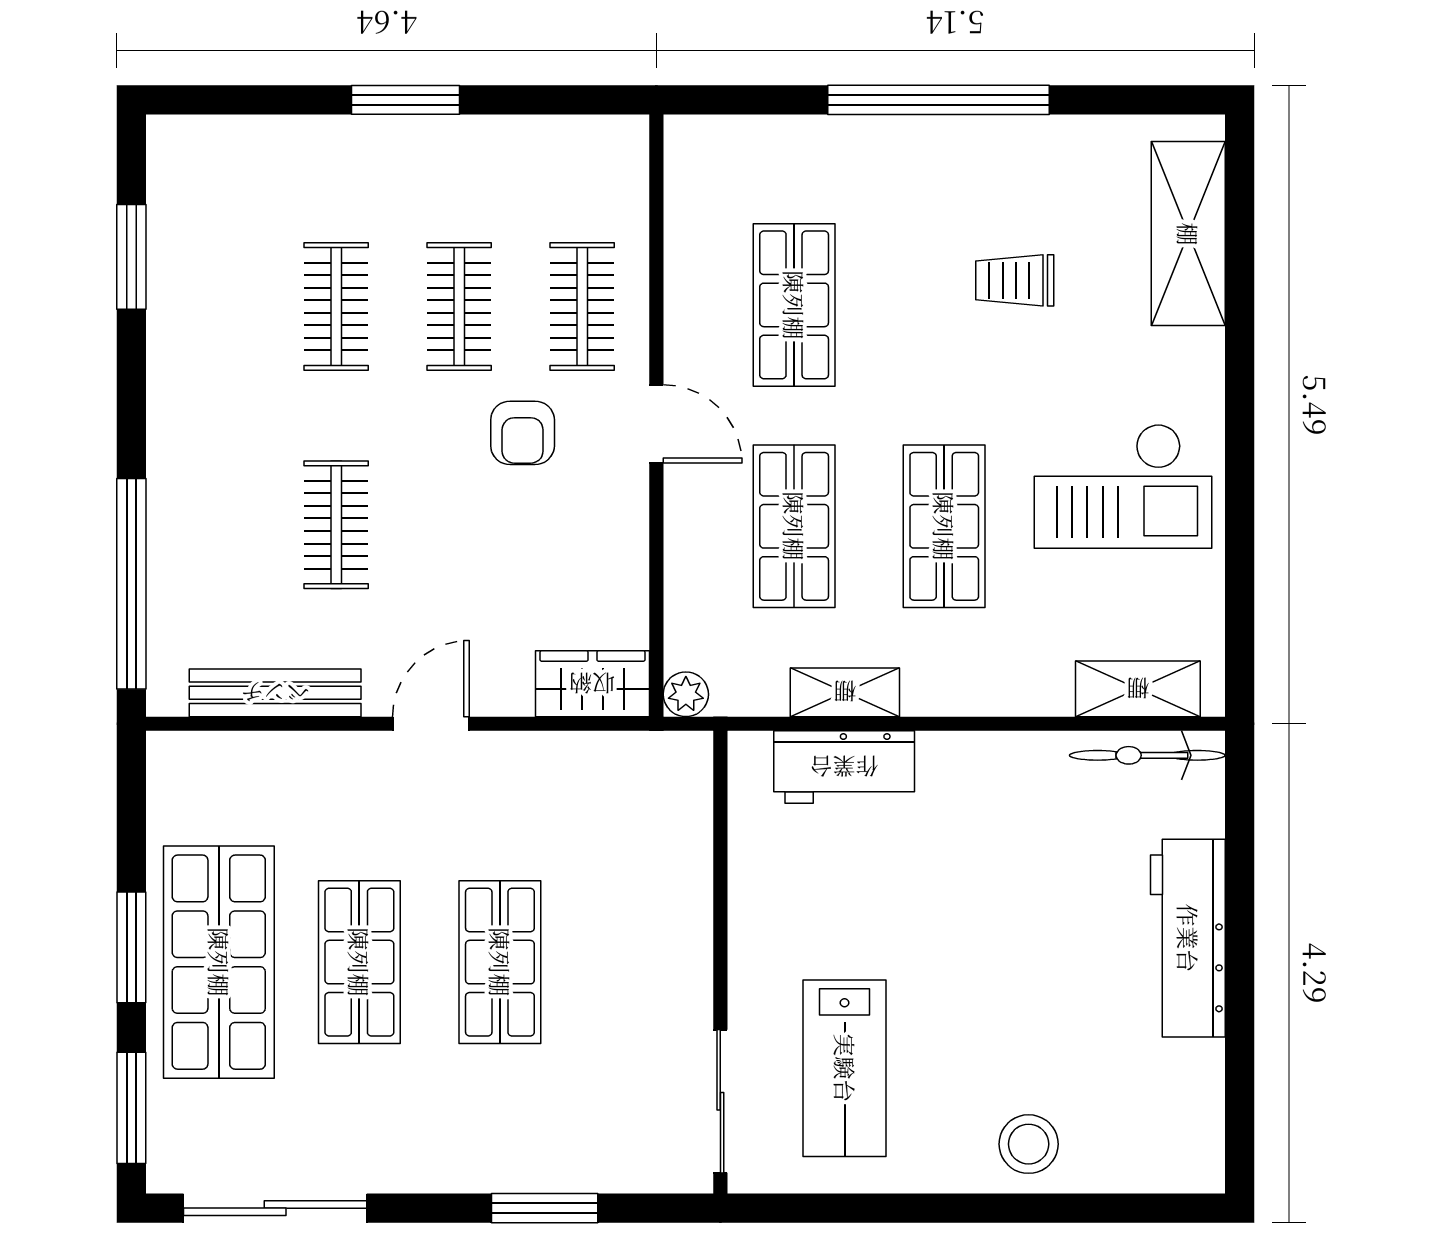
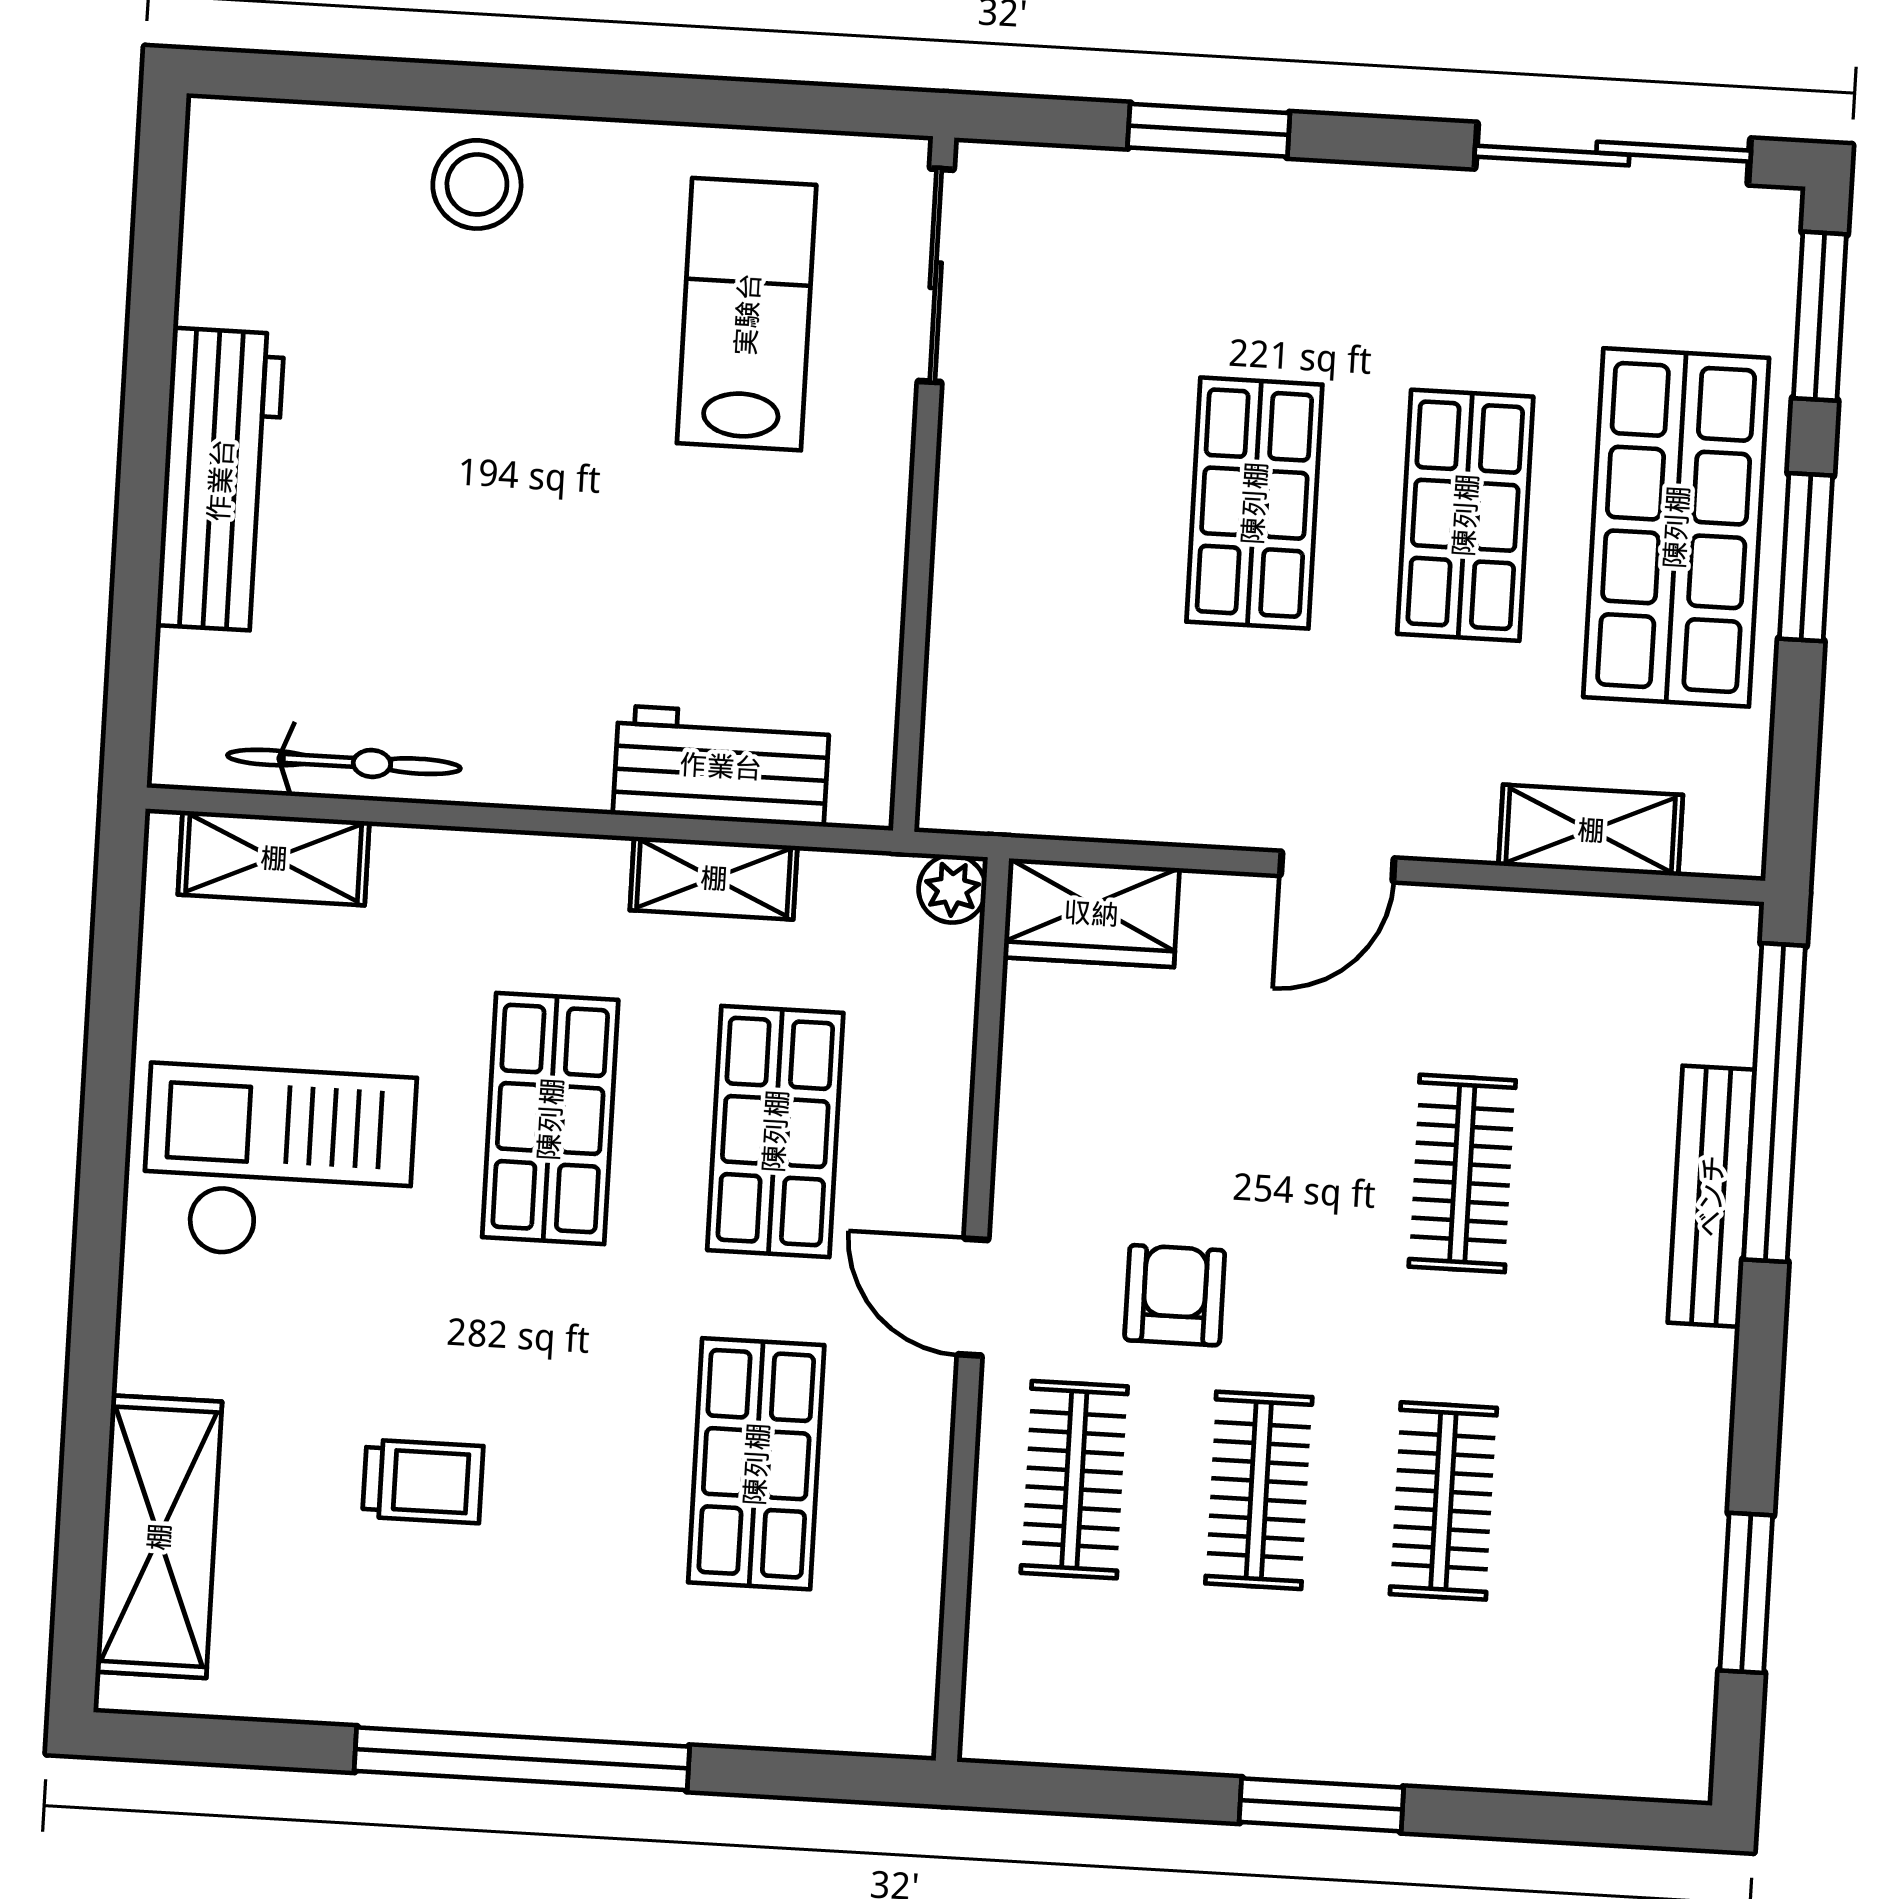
bench: (275, 693) -> (1711, 1196), moved, turned 90
bicycle: (1147, 755) -> (344, 762), moved
shelving: (264, 758) -> (1591, 830), added

